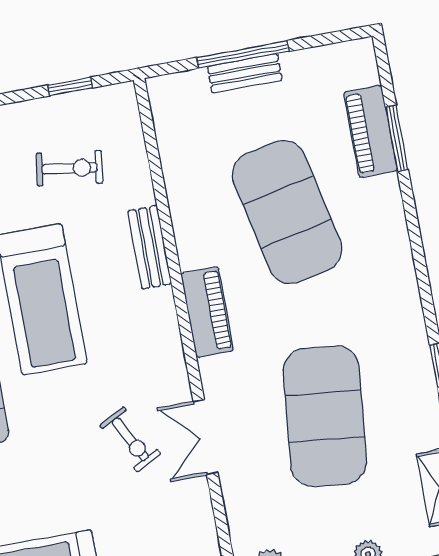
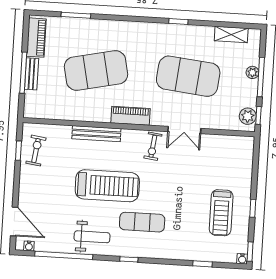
piano: (370, 131) -> (36, 38), moved, turned -90
exercise bike: (70, 168) -> (36, 151), moved
bench: (150, 247) -> (96, 134), width x1.36
exercise bike: (130, 439) -> (153, 146), moved, turned 125

